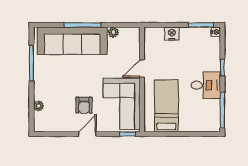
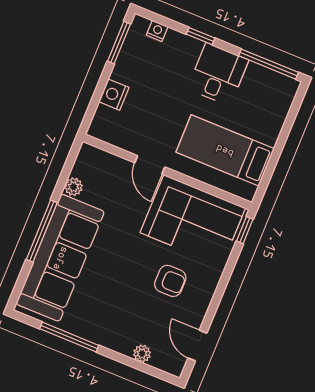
nightstand: (216, 32) -> (157, 31), moved
door: (87, 134) -> (197, 346), moved

